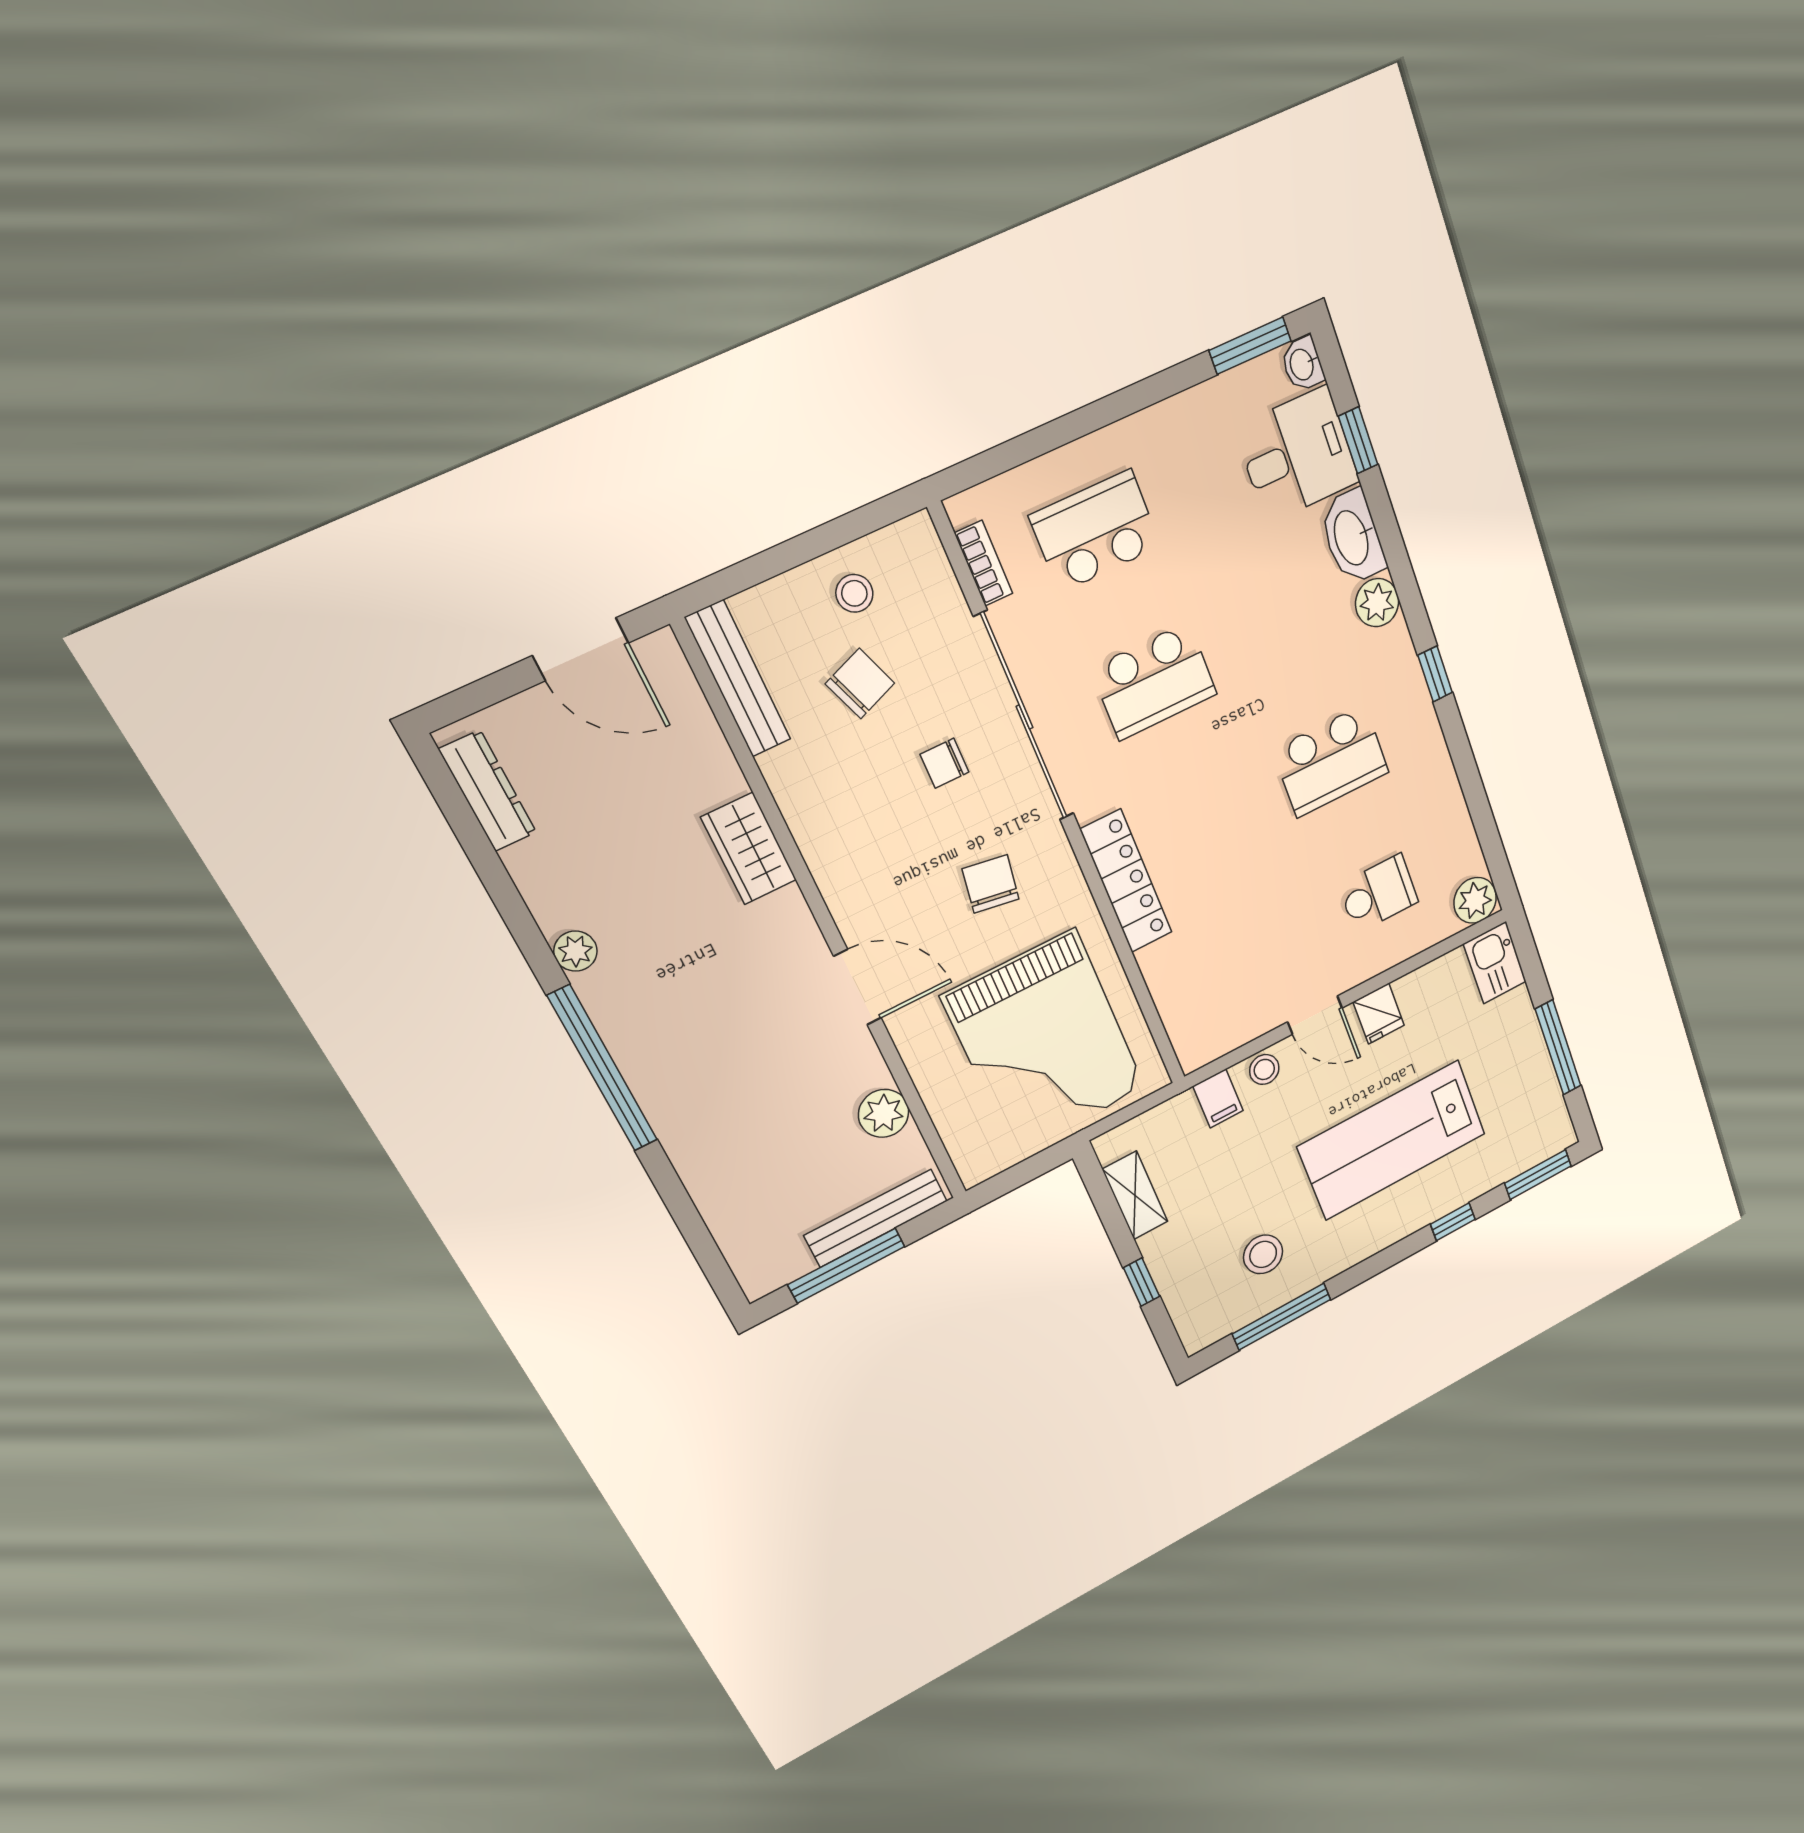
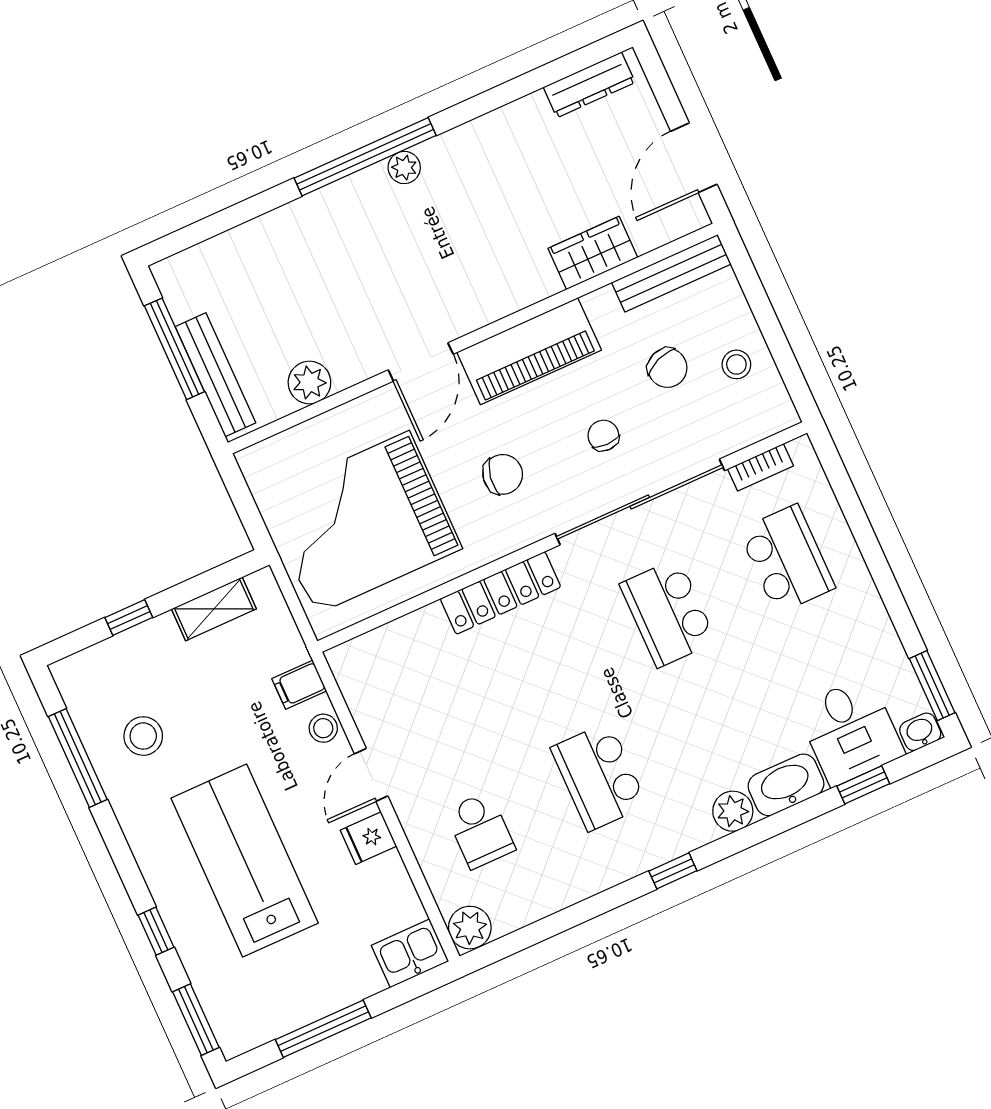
wardrobe: (749, 849) -> (593, 253), moved
piano: (842, 858) -> (529, 351), added
plant: (575, 951) -> (404, 168), moved

